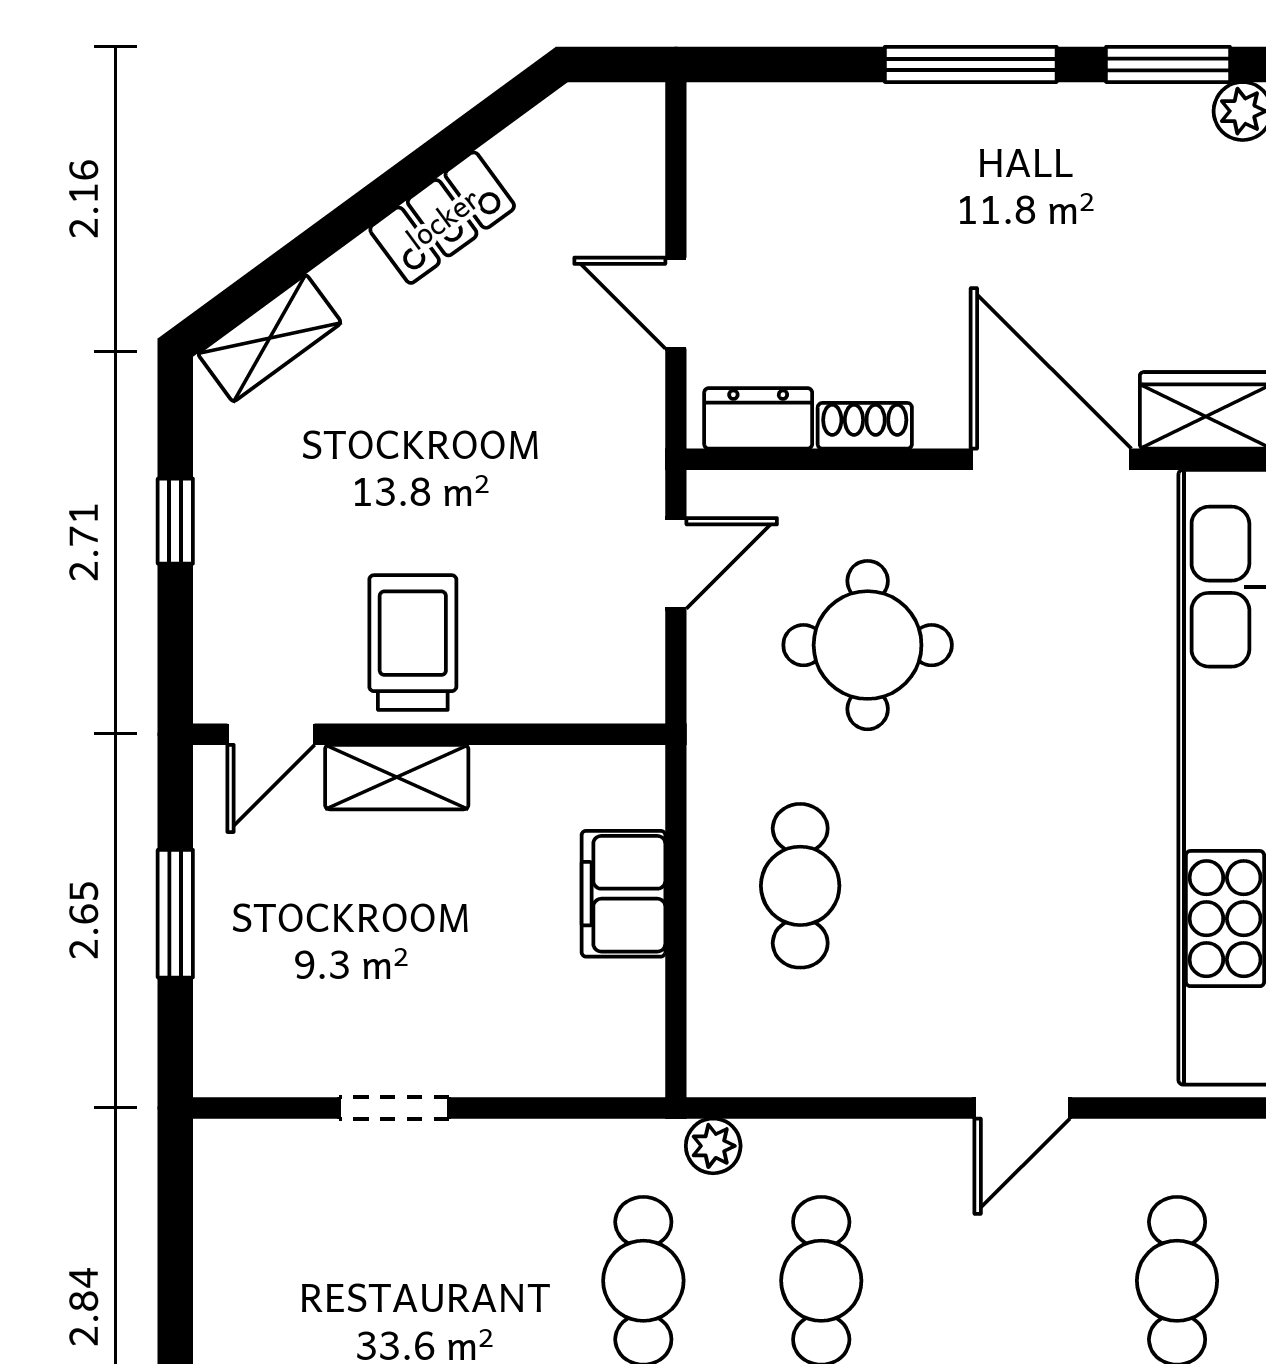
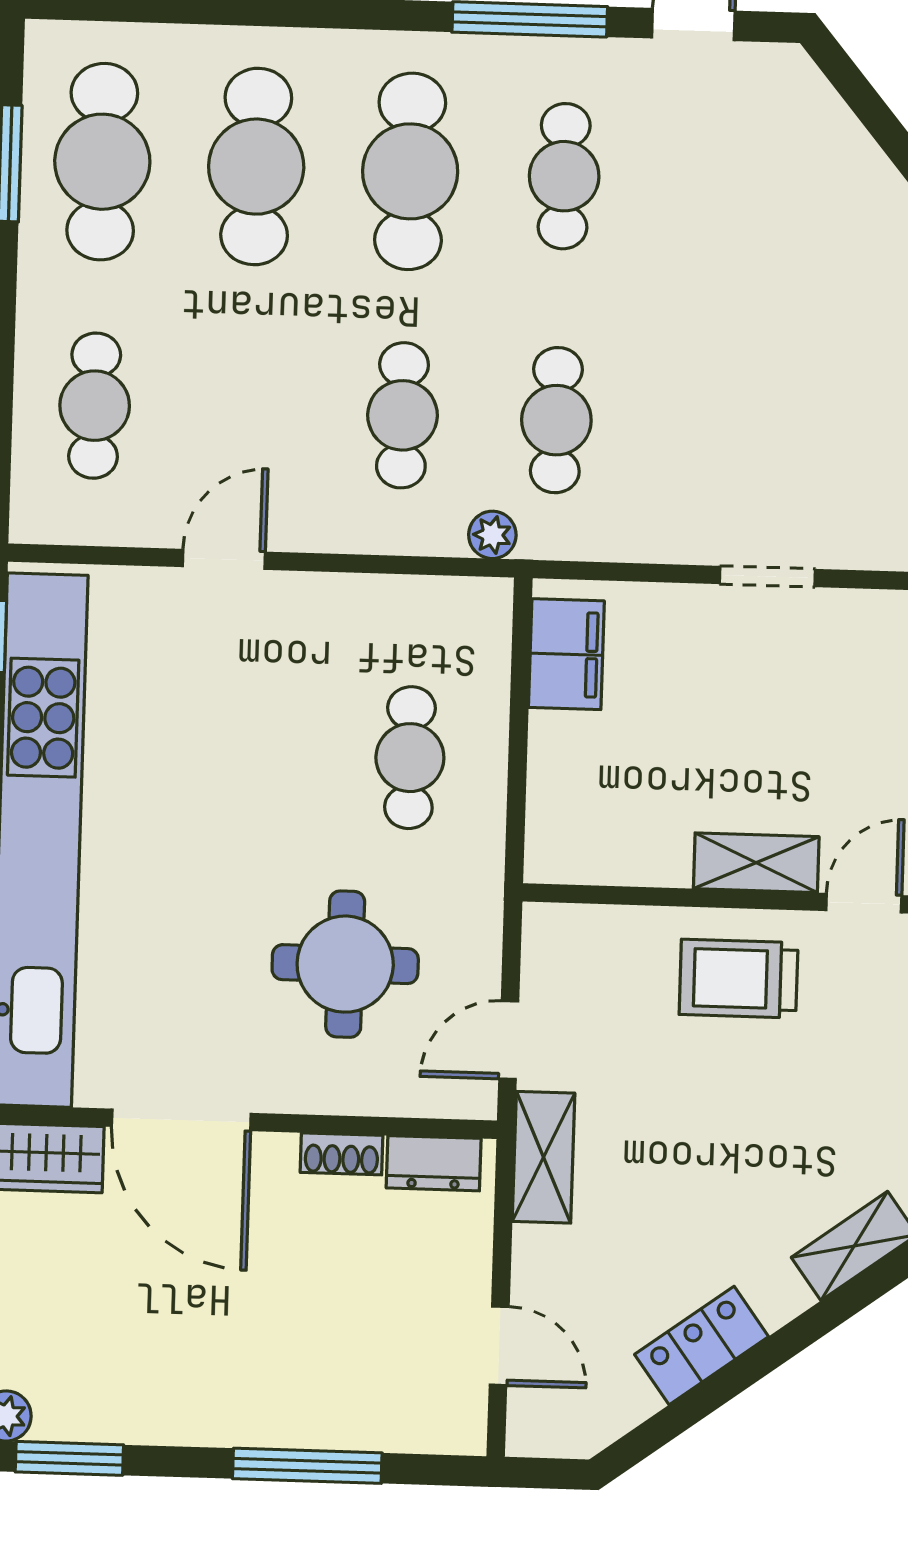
window: (971, 64) -> (307, 1466), moved
door: (676, 303) -> (499, 1346), moved
shelving: (631, 429) -> (544, 1157), added
trolley: (413, 643) -> (739, 979), turned 90
filing cabinet: (623, 894) -> (566, 654), moved

